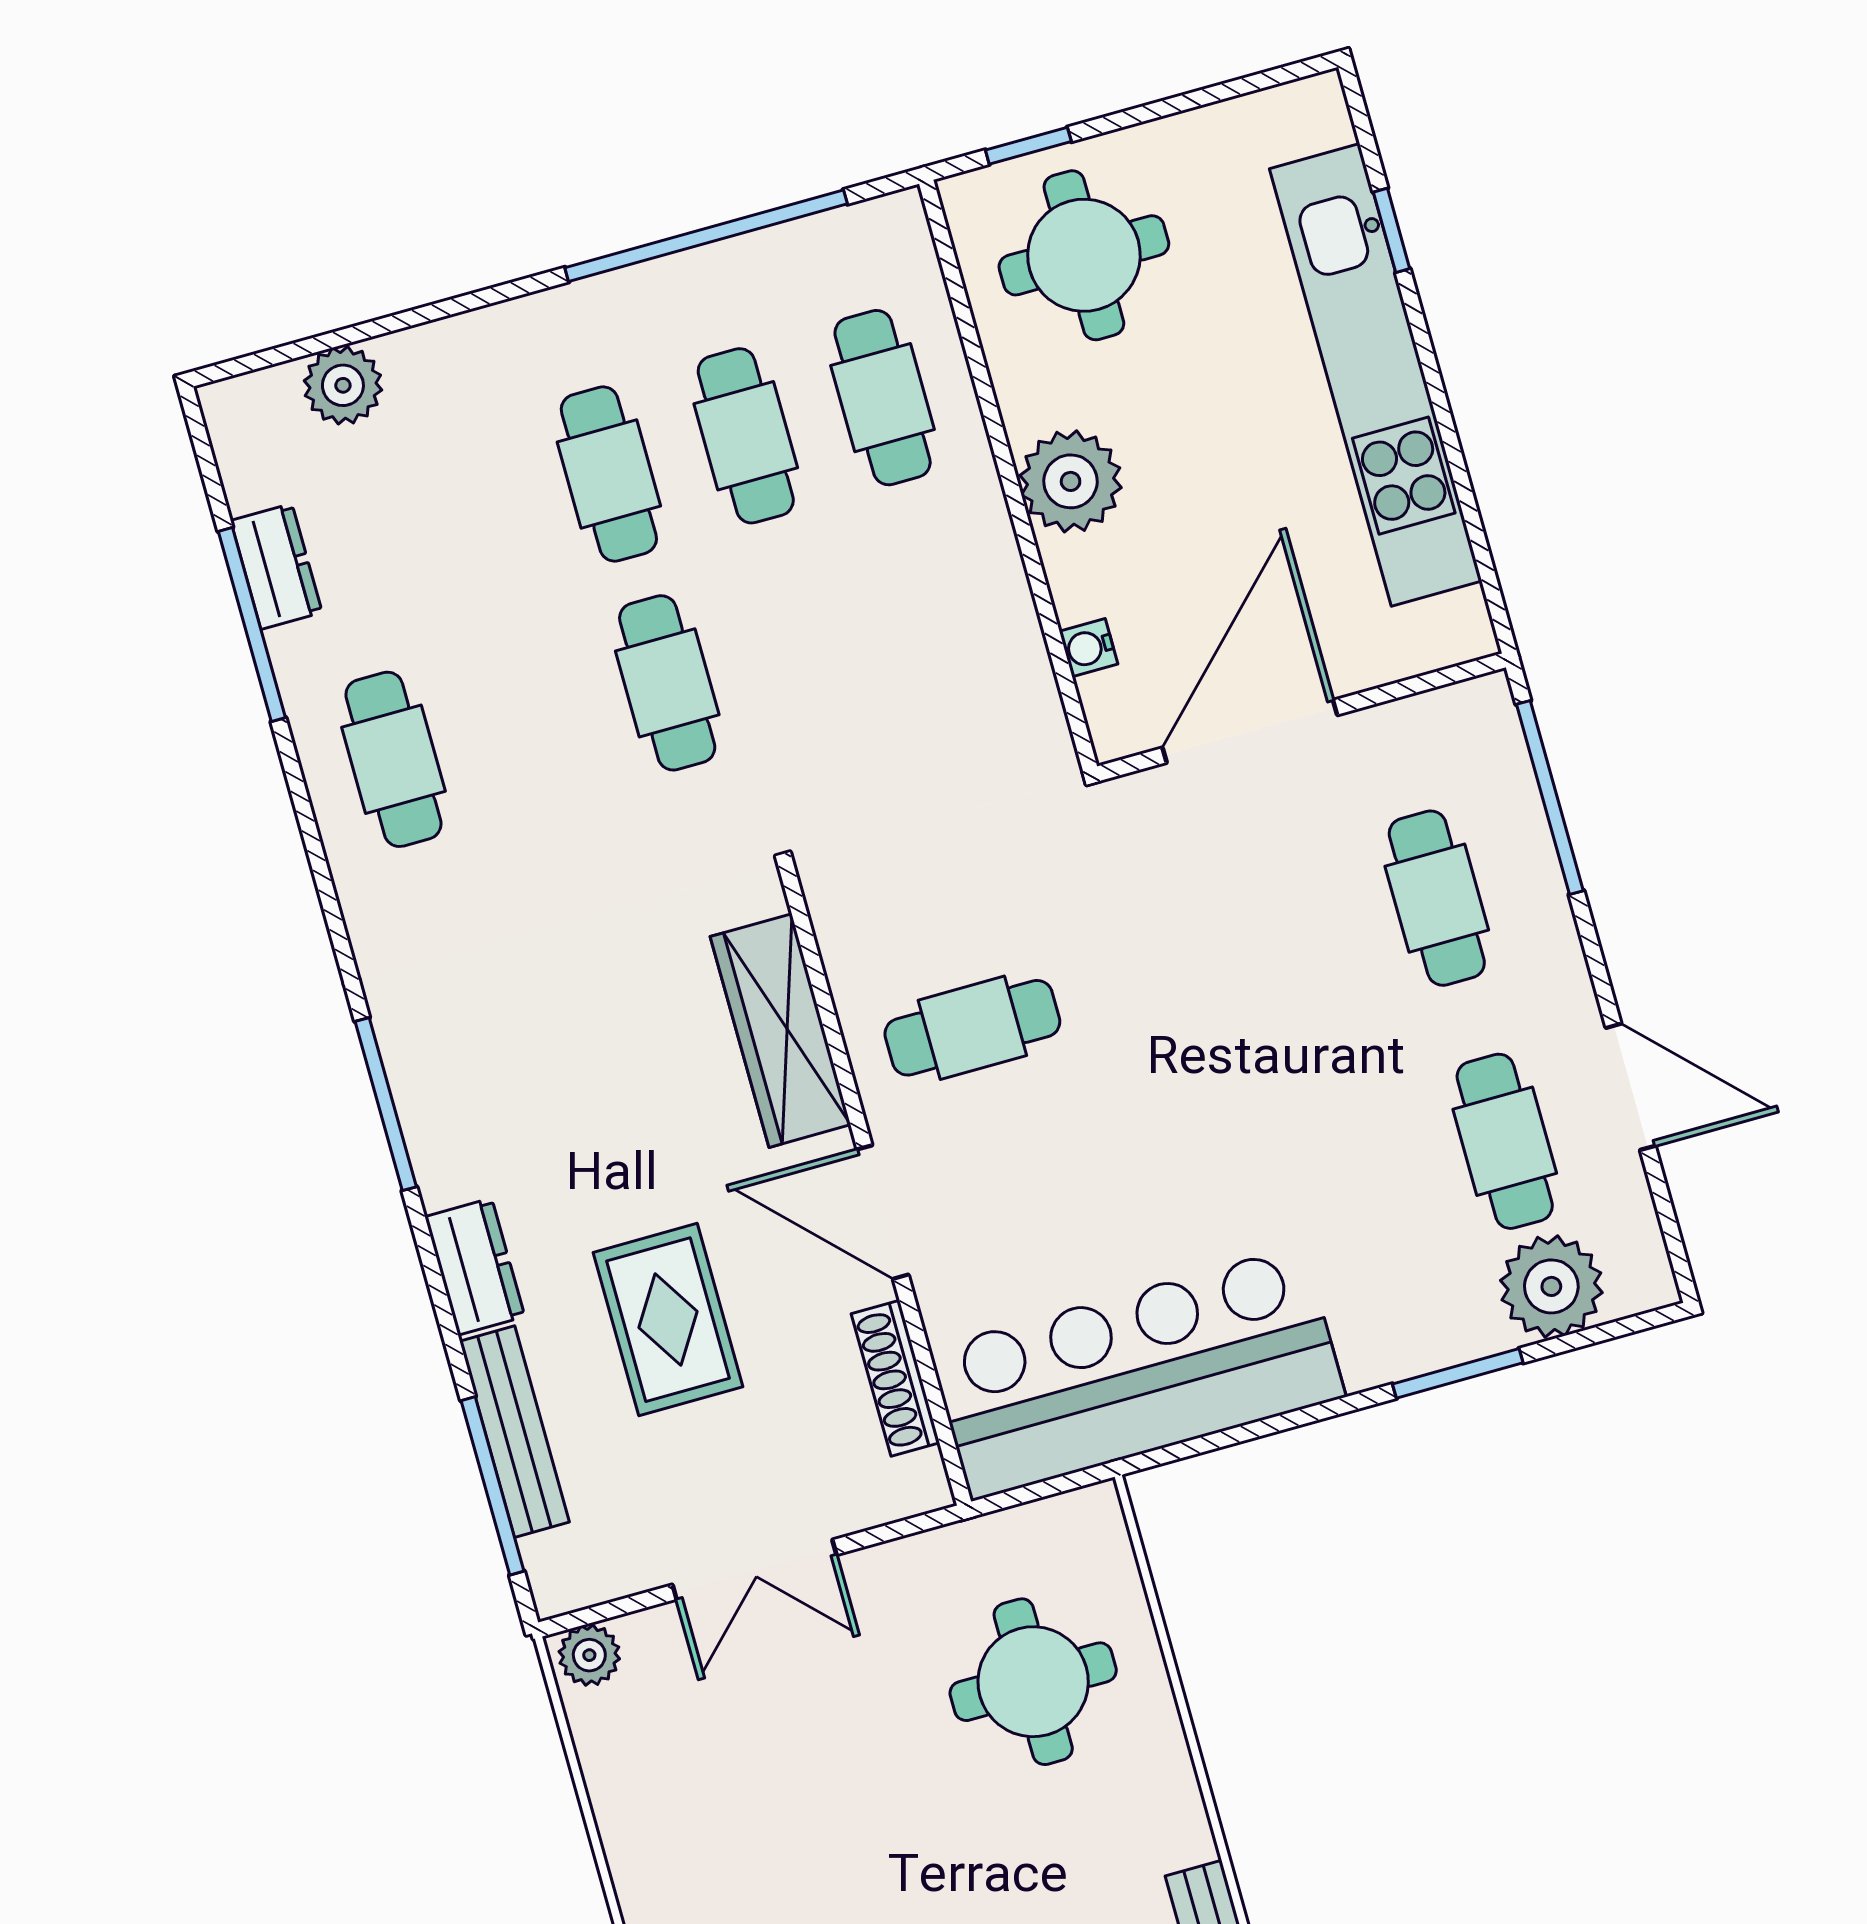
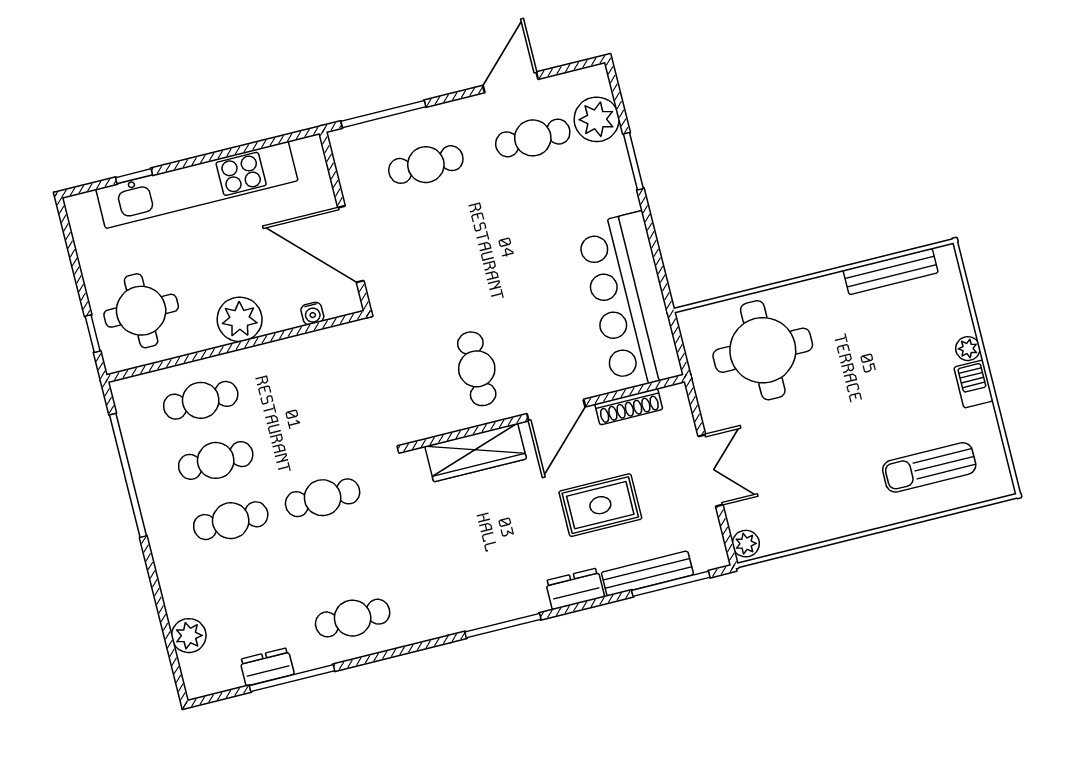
round table: (1033, 1682) -> (763, 350), width x1.36, depth x1.36

